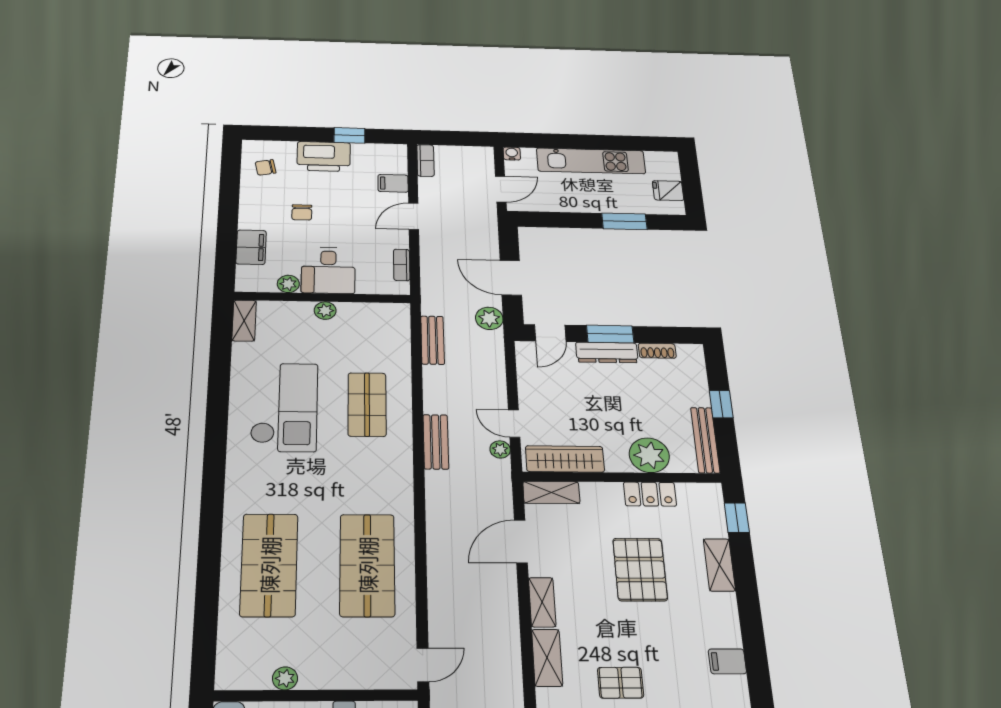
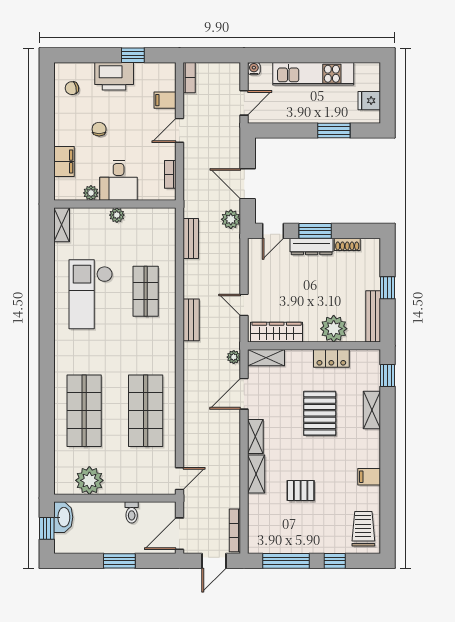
chair: (302, 212) -> (99, 129), turned 180
checkout: (284, 407) -> (91, 294), turned 180
plant: (500, 449) -> (234, 357), moved
plant: (285, 678) -> (89, 480), width x1.88, depth x1.88

